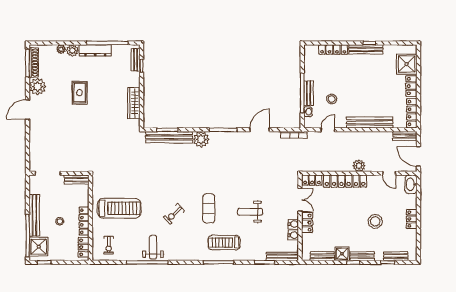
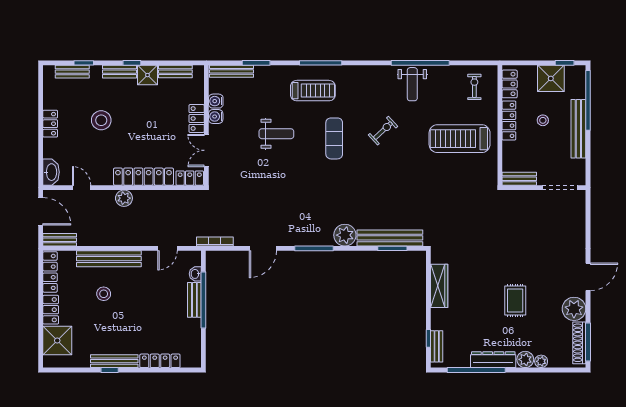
stool: (332, 99) -> (104, 294), moved
shower: (39, 247) -> (551, 78), moved

